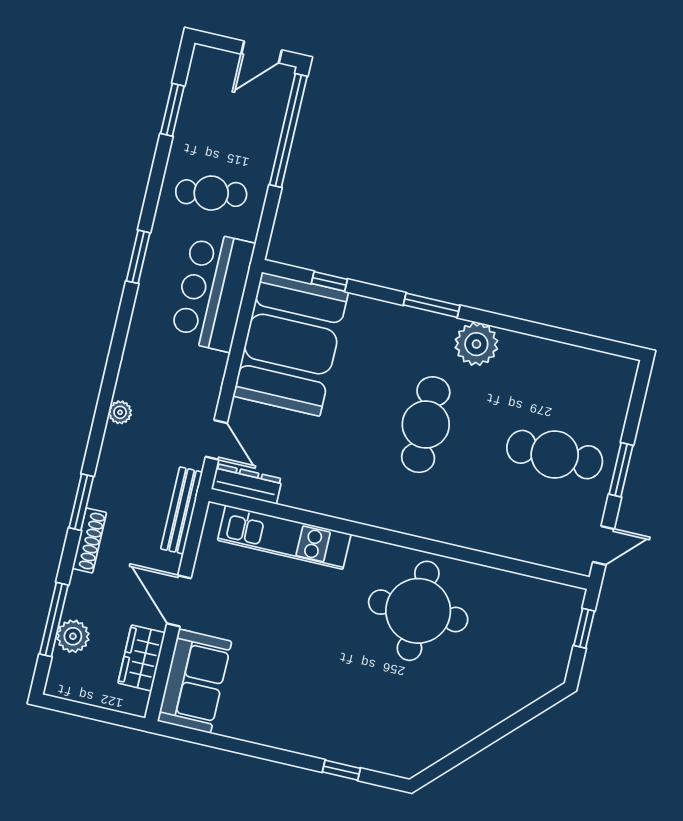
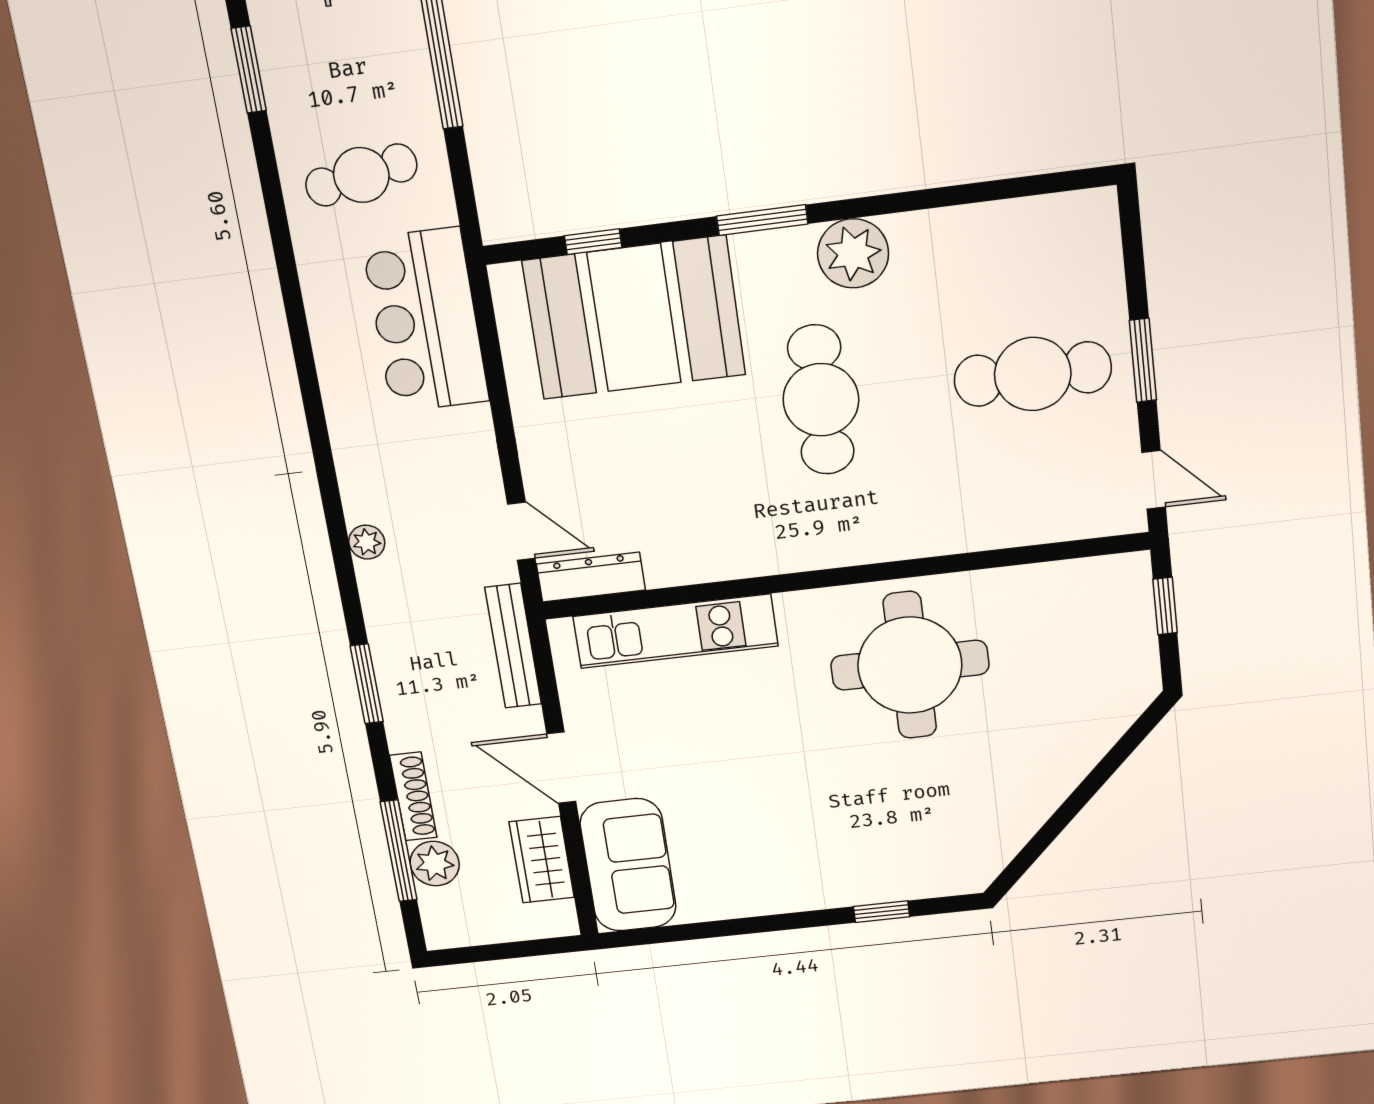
window: (138, 257) -> (295, 311), removed
booth: (291, 344) -> (634, 318), moved, turned 90
shoe rack: (89, 540) -> (413, 796), moved
door: (603, 546) -> (1154, 480), hinge flipped

